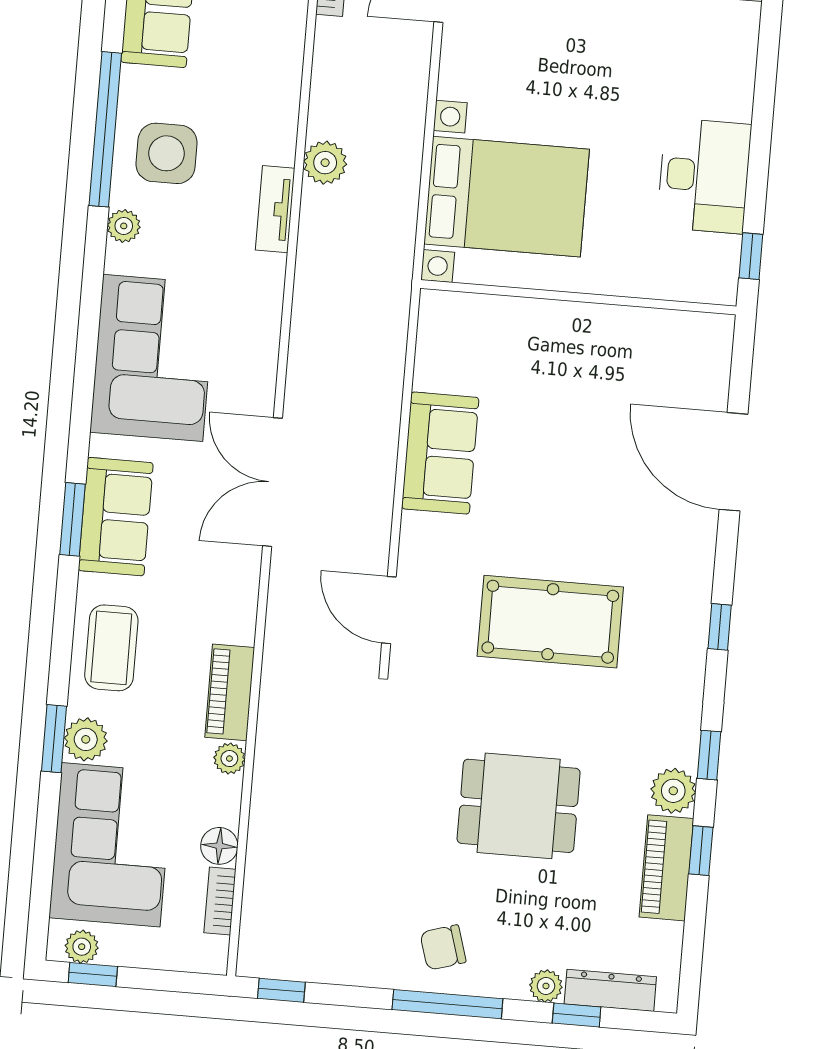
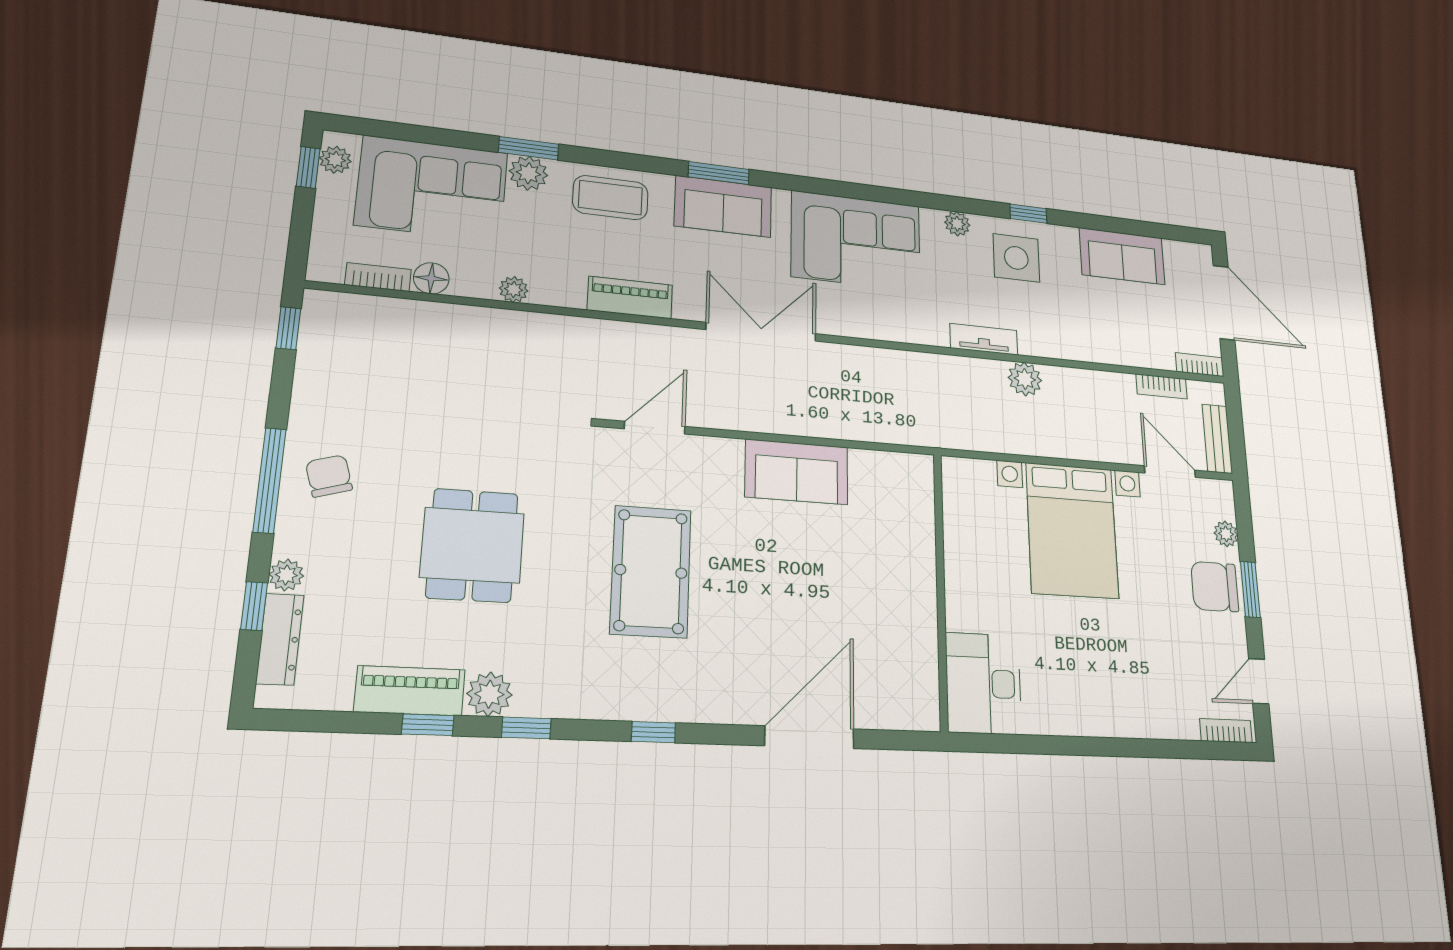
window: (105, 129) -> (1028, 214), width x0.32
desk: (704, 176) -> (983, 683), moved, turned 90
bed with nightstands: (506, 197) -> (1072, 530), moved
window: (751, 256) -> (992, 743), removed
piano: (230, 692) -> (630, 298), moved

